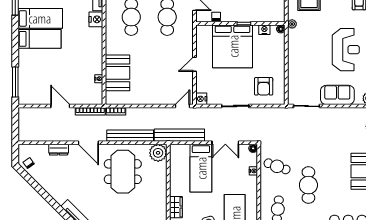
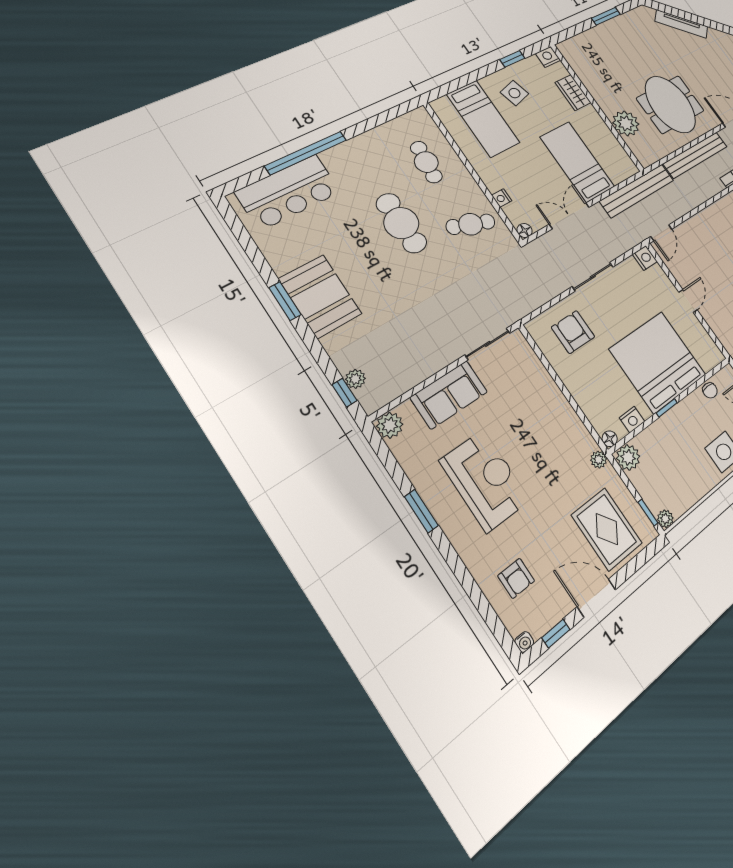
plant: (278, 15) -> (628, 457), added
reception desk: (346, 50) -> (485, 480), turned 180
plant: (158, 153) -> (626, 123), moved

